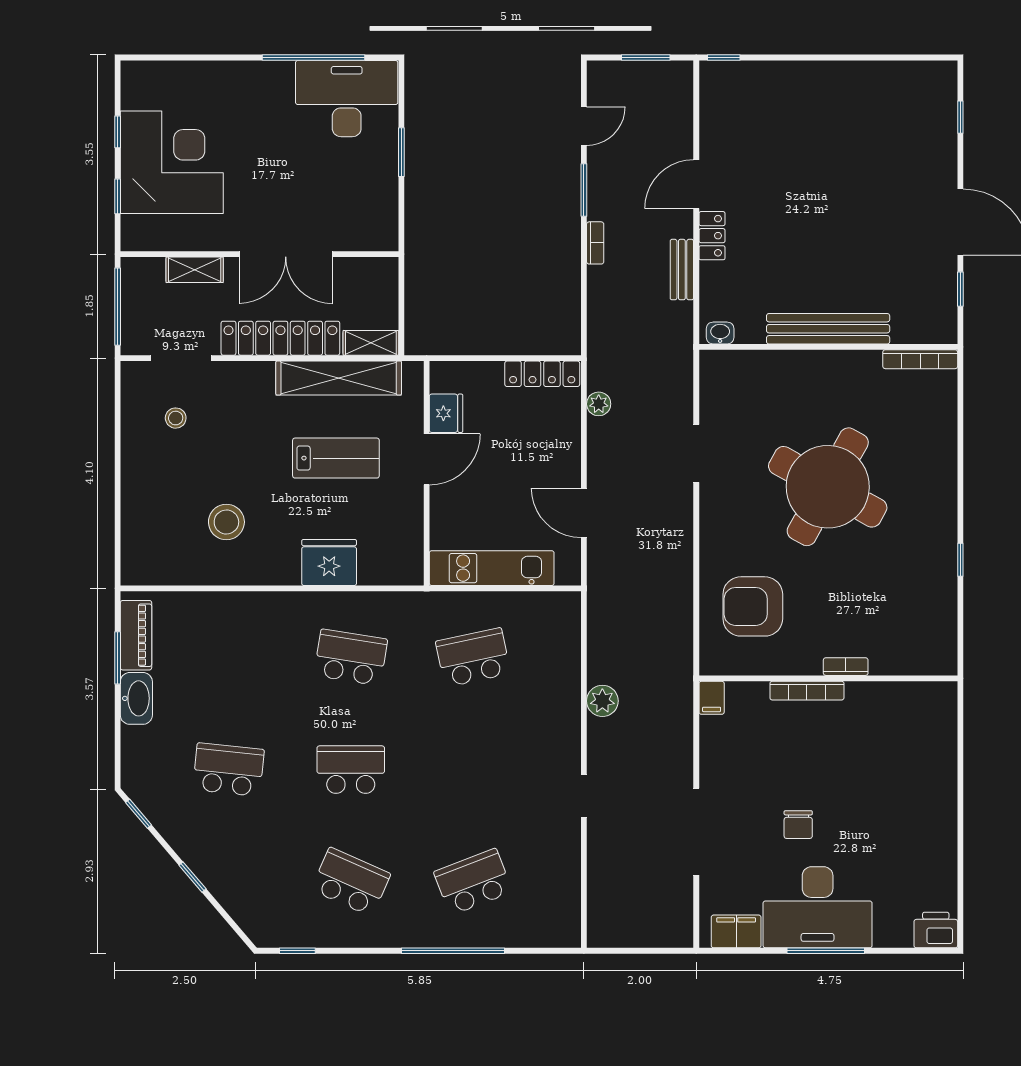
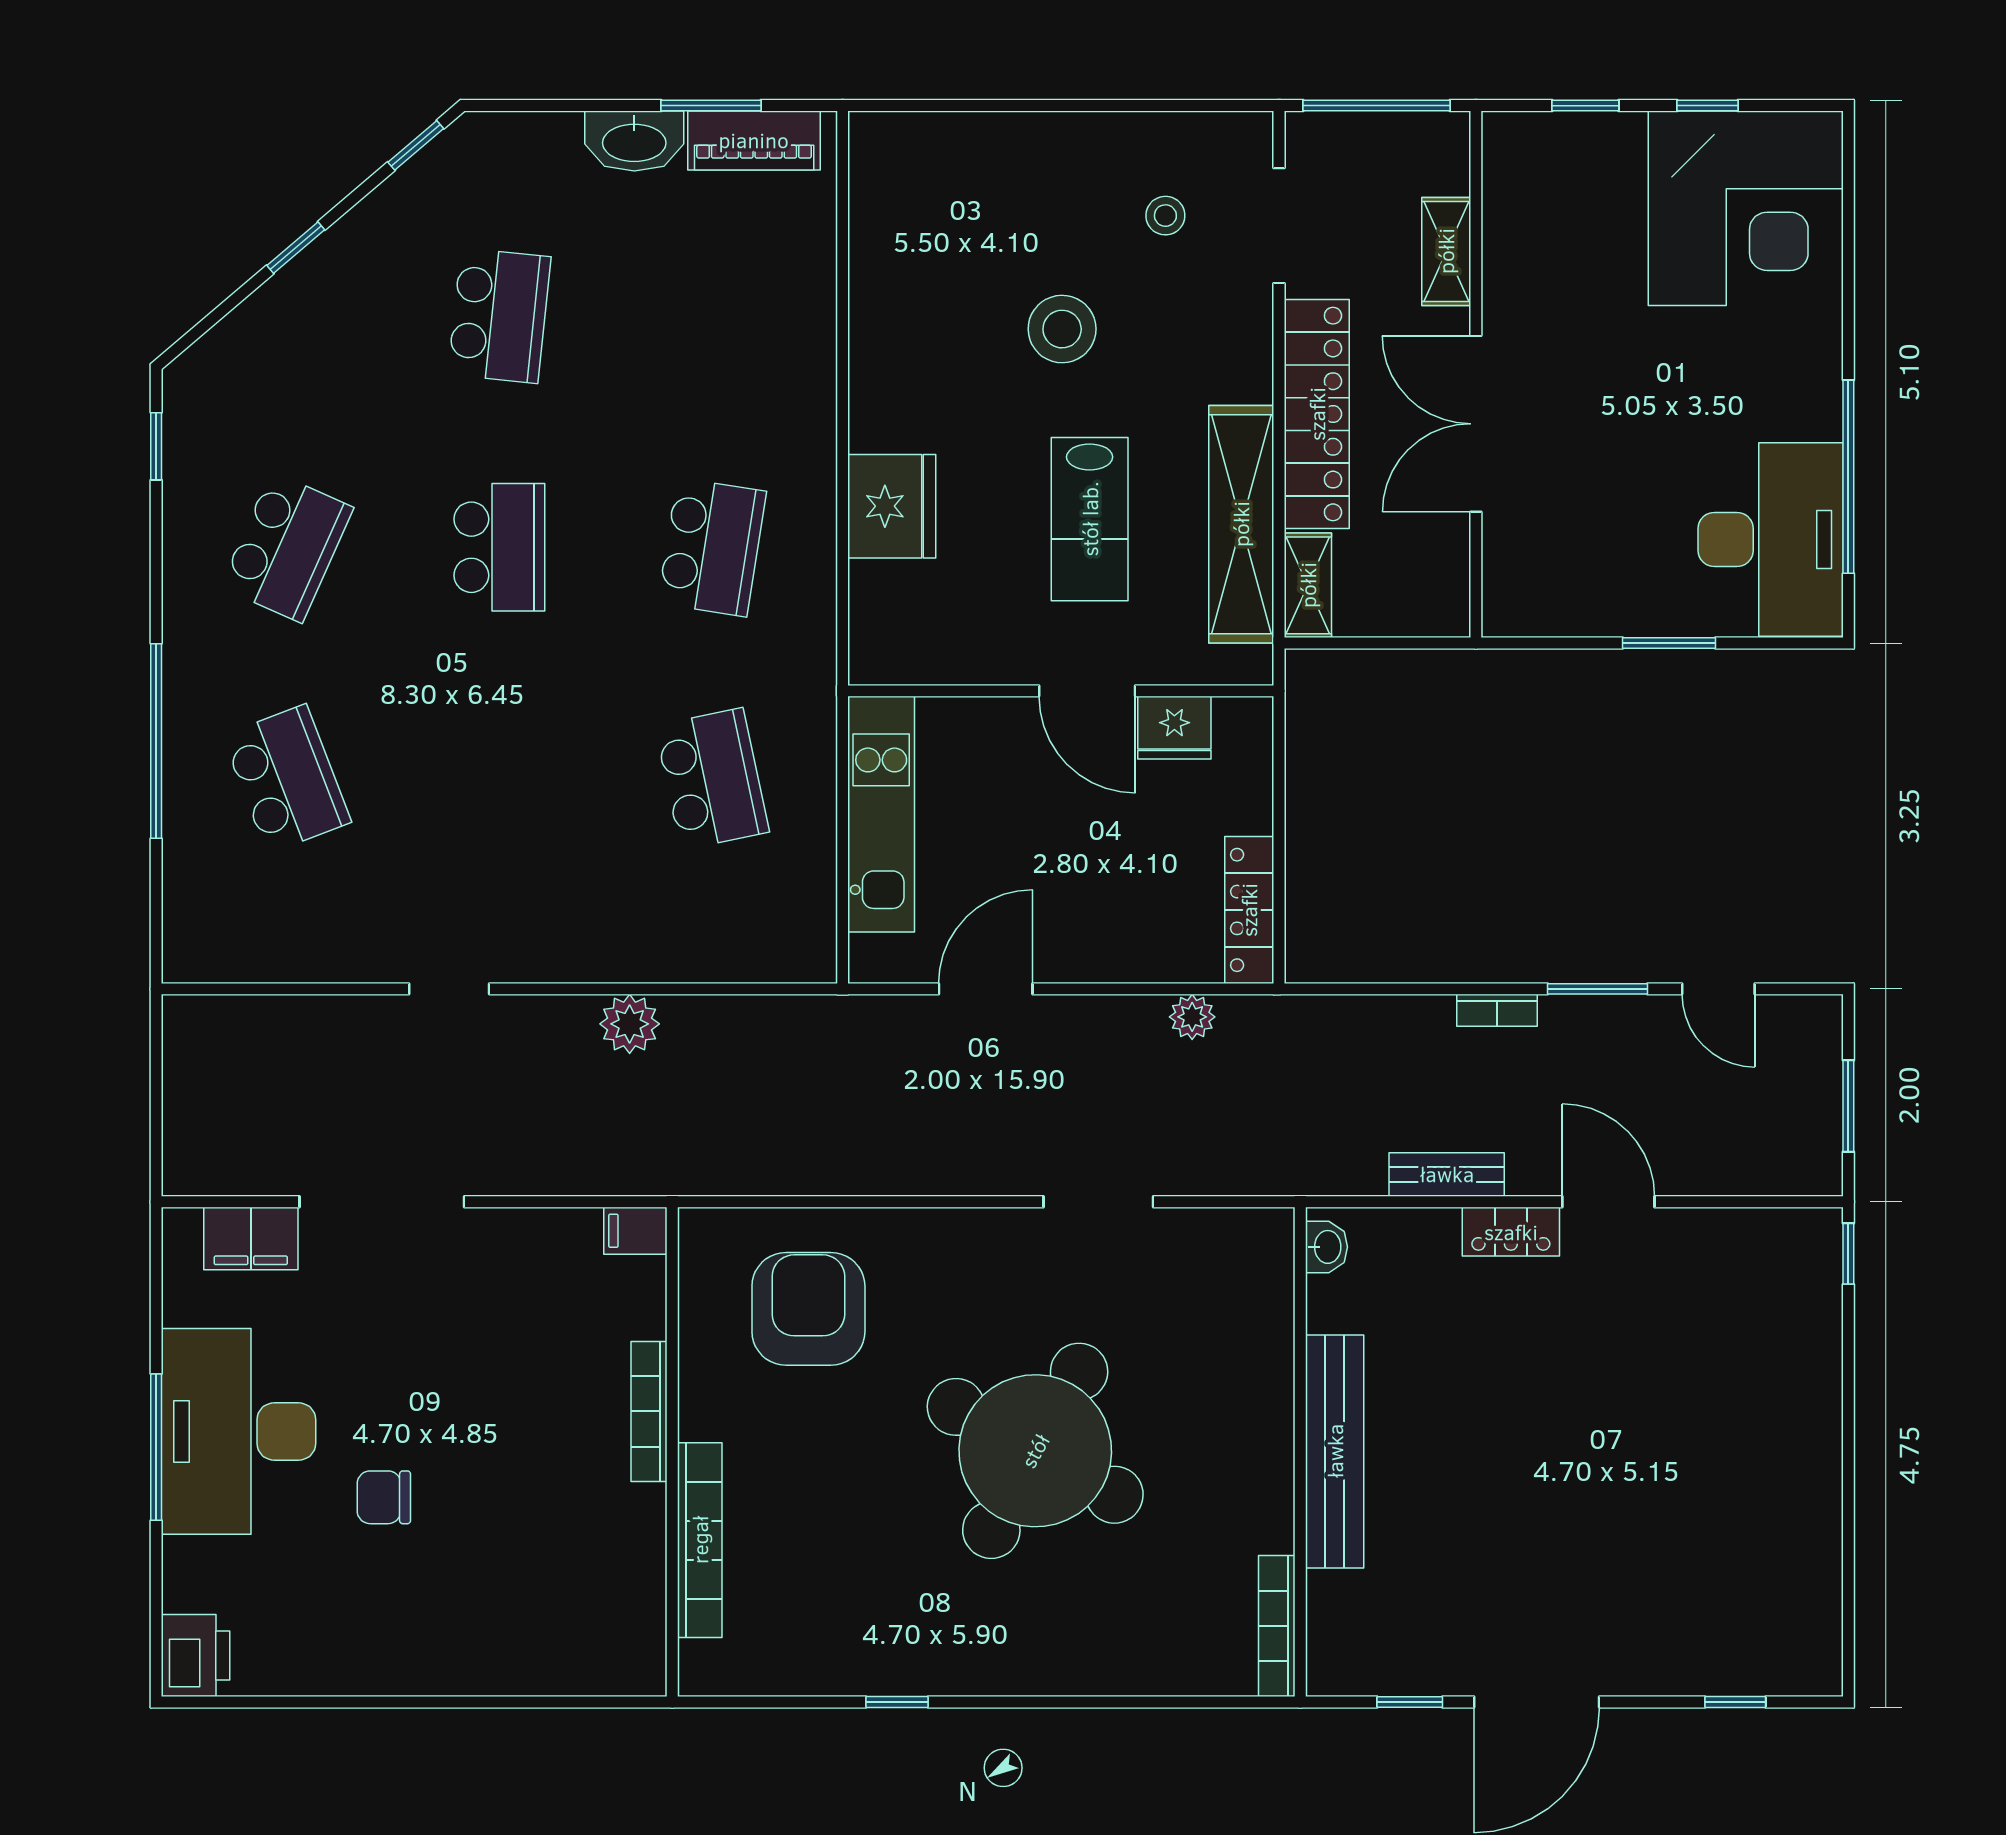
corner desk: (172, 162) -> (1746, 208), moved
stool: (226, 522) -> (1062, 329), moved
bookcase: (846, 667) -> (700, 1540), width x2.31, depth x1.31
chair: (798, 825) -> (384, 1497), moved
filing cabinet: (736, 931) -> (251, 1238), moved, turned 90

